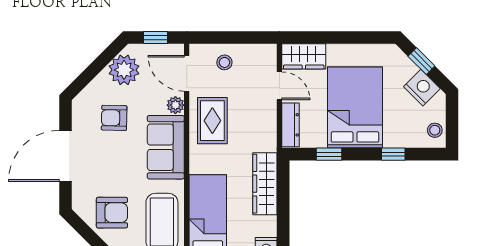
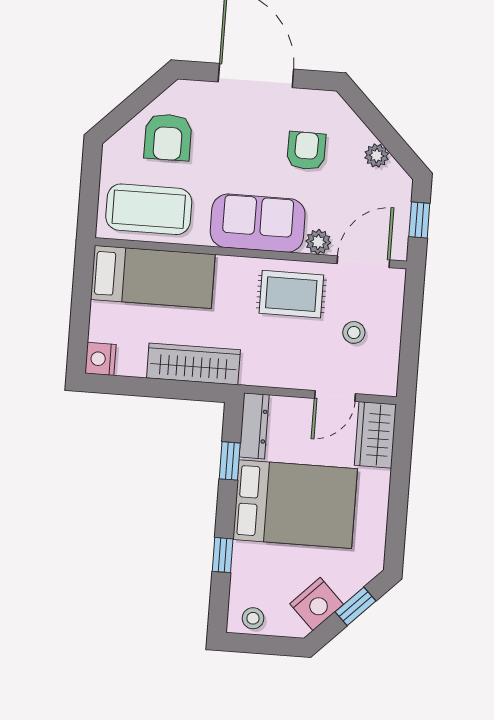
stool: (224, 62) -> (354, 332), moved
plant: (124, 70) -> (377, 156), width x0.53, depth x0.53
dresser: (290, 125) -> (254, 426), moved, turned -90

